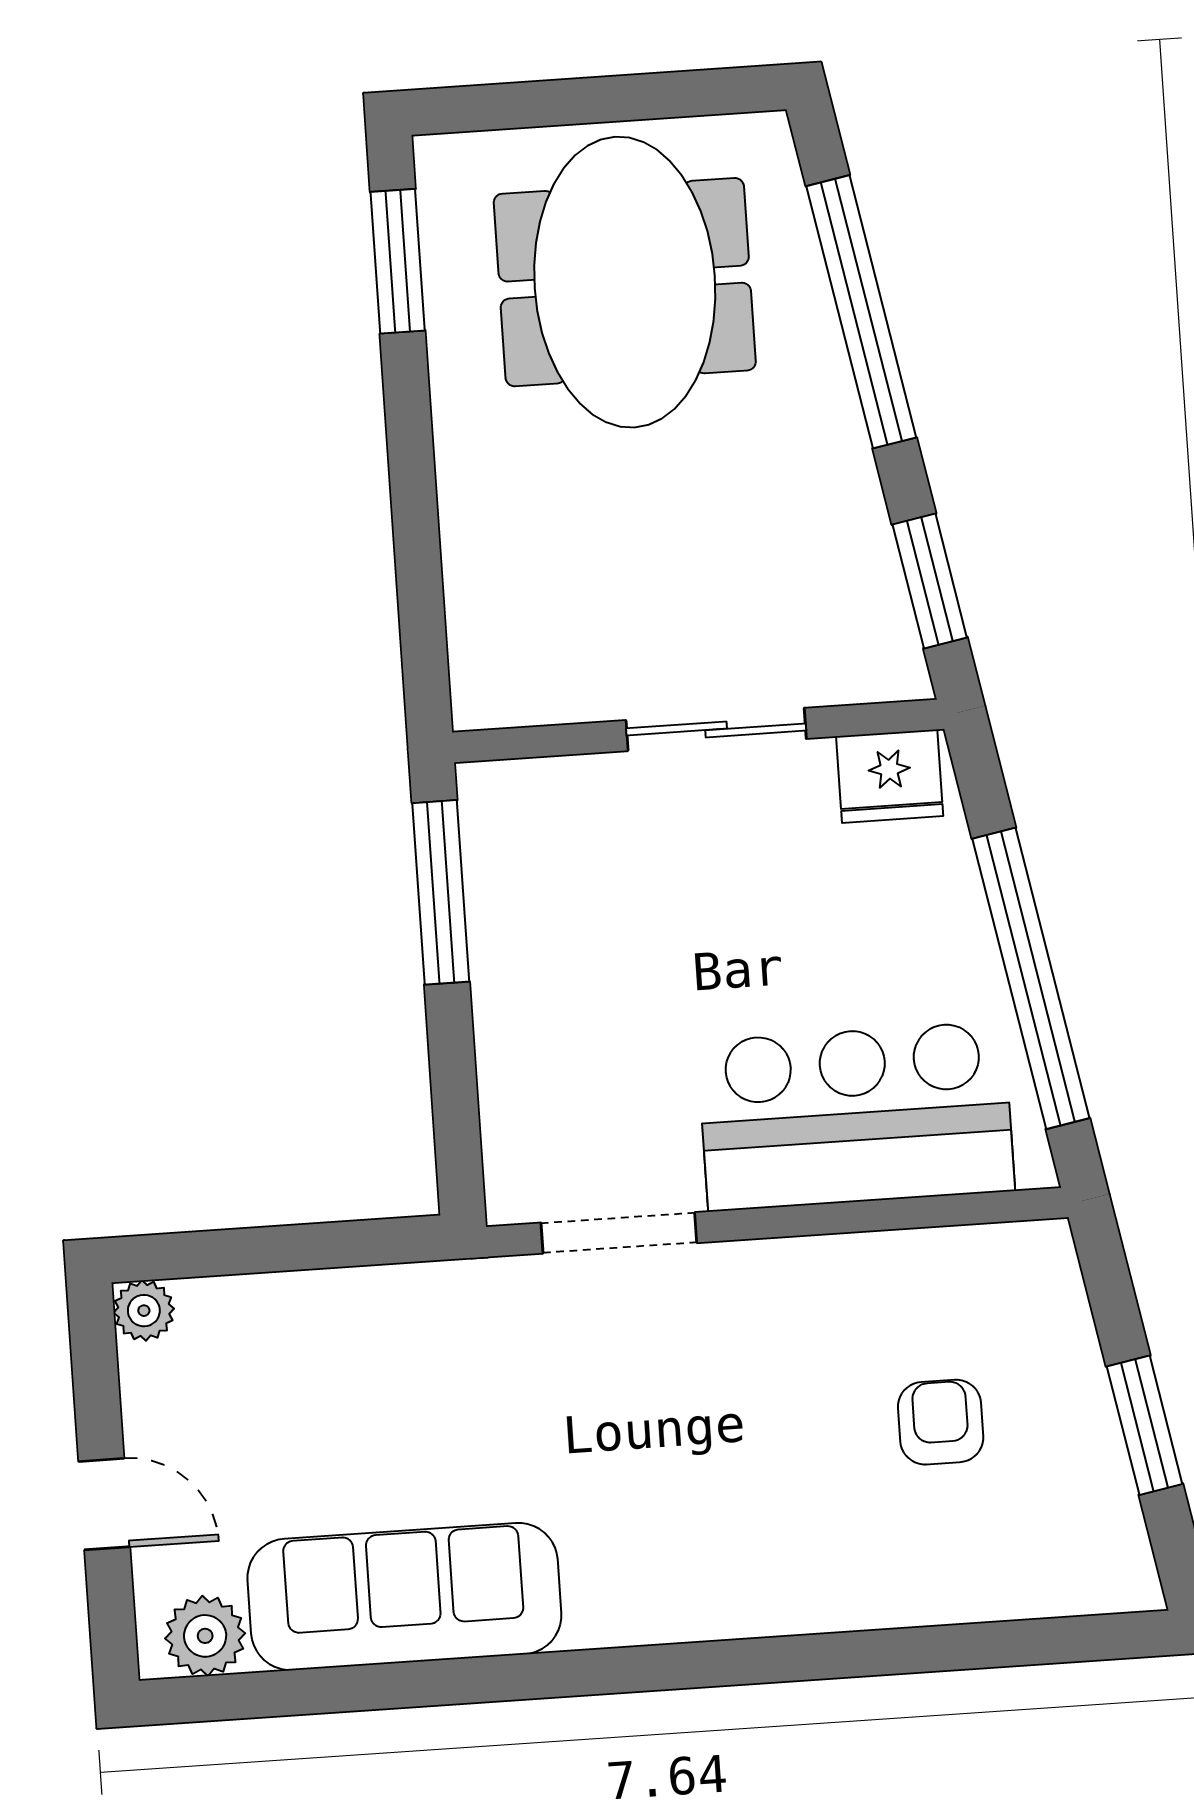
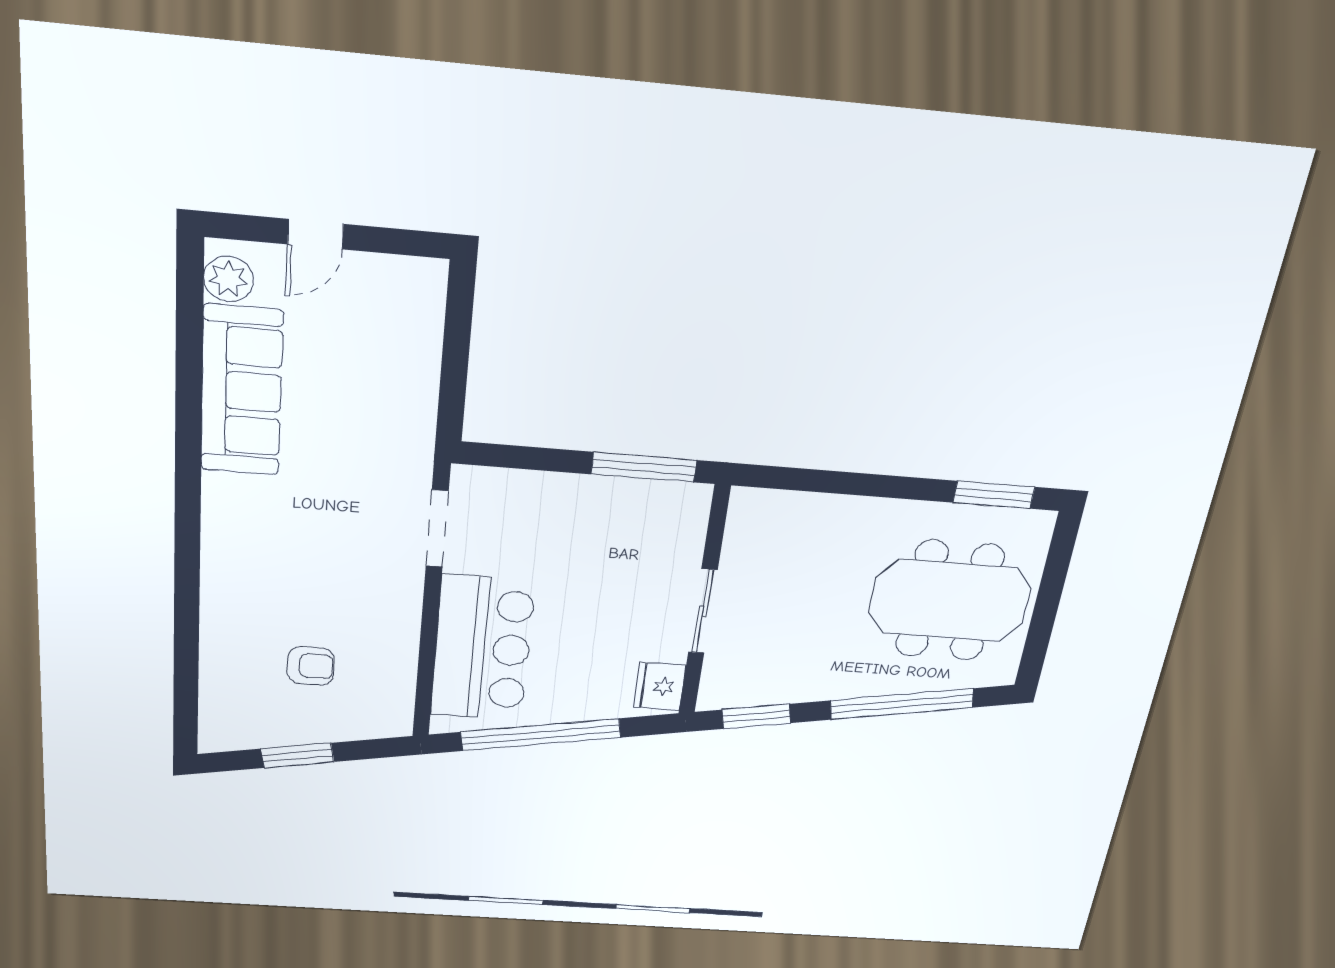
plant: (144, 1311) -> (430, 275), removed

